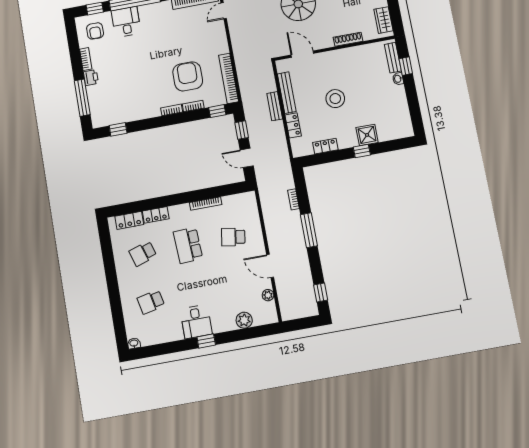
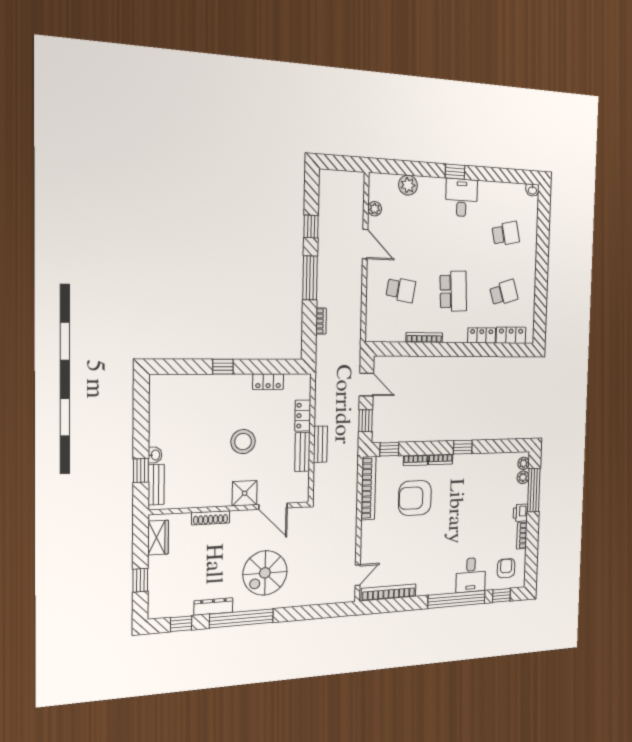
armchair: (188, 76) -> (415, 498), turned 90
bench: (287, 93) -> (302, 452), width x0.73
plant: (94, 107) -> (523, 477), added
plant: (96, 118) -> (524, 463), added
window: (118, 129) -> (463, 447), moved
shower: (367, 135) -> (245, 493), moved
window: (321, 293) -> (311, 227), moved

